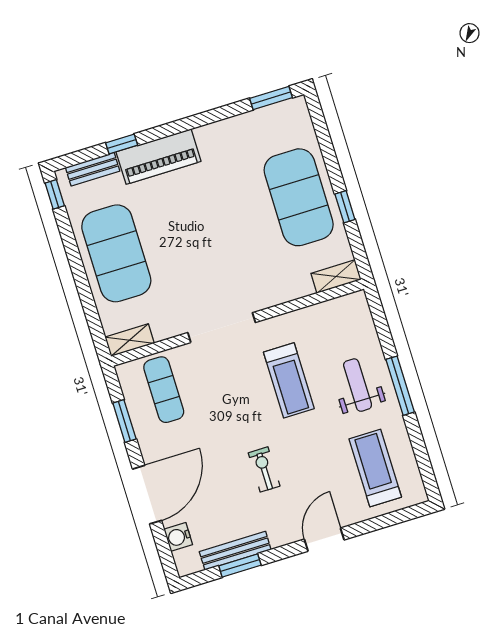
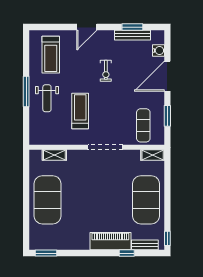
window: (345, 207) -> (26, 188), removed
shelving: (336, 276) -> (54, 155), moved

